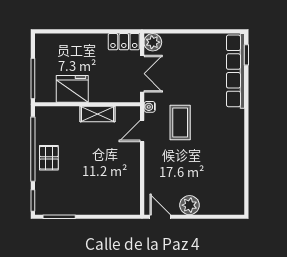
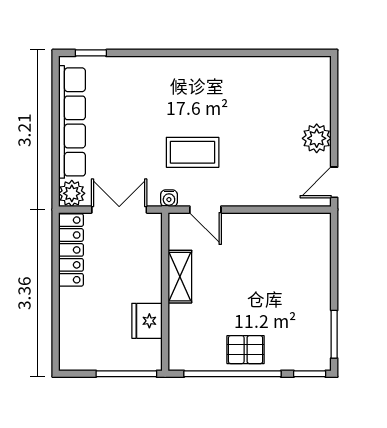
locker: (124, 42) -> (71, 250), width x1.53
row of seats: (235, 71) -> (72, 122), moved, turned -90
fridge: (72, 89) -> (147, 321), width x0.73, depth x0.75

